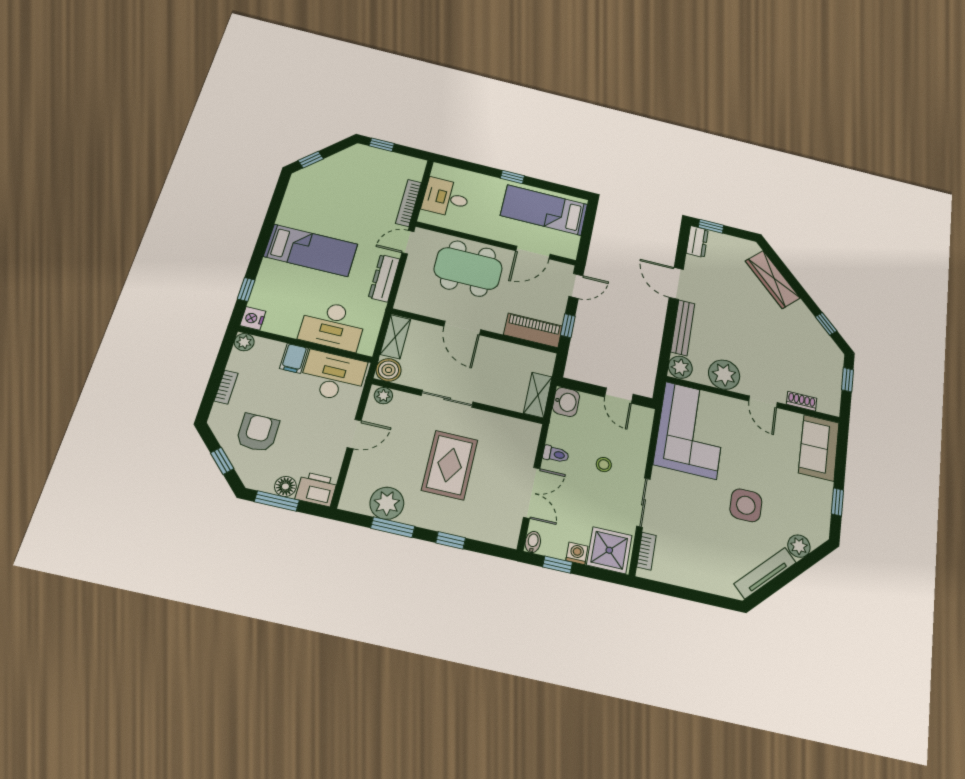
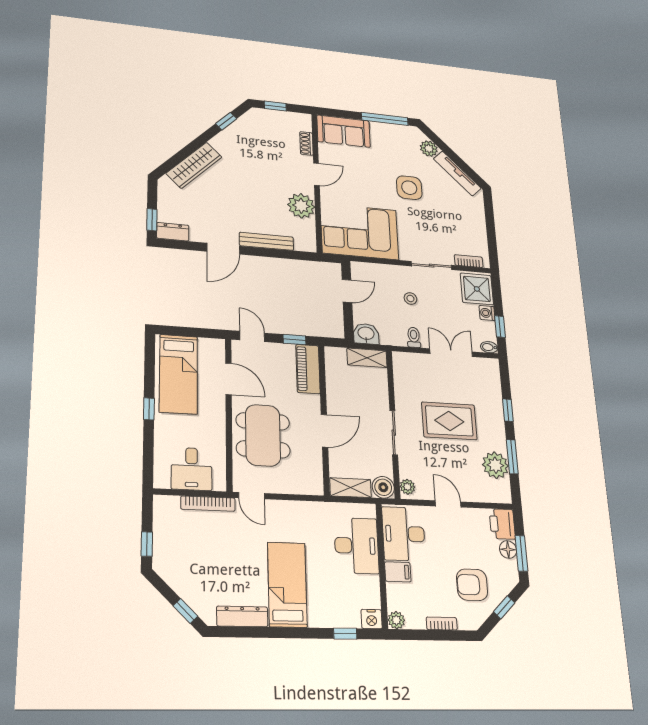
dresser: (384, 278) -> (242, 616), moved, turned 180
plant: (680, 367) -> (305, 242), removed
window: (837, 502) -> (385, 119), width x2.17

